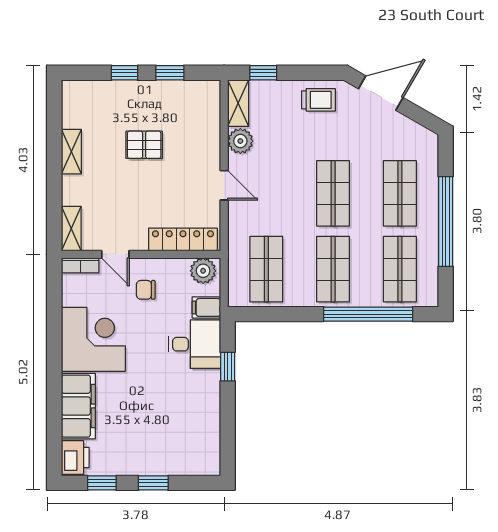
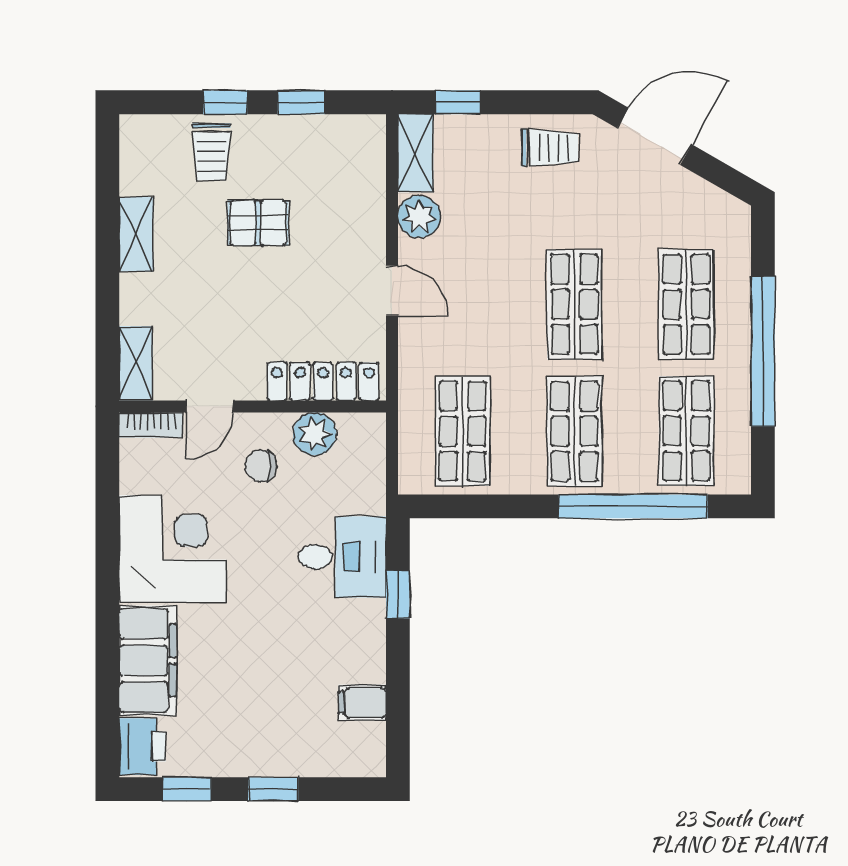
trolley: (116, 102) -> (211, 152), added
door: (115, 254) -> (210, 406), hinge flipped
plant: (203, 271) -> (315, 434), moved
filing cabinet: (206, 307) -> (362, 703), moved

